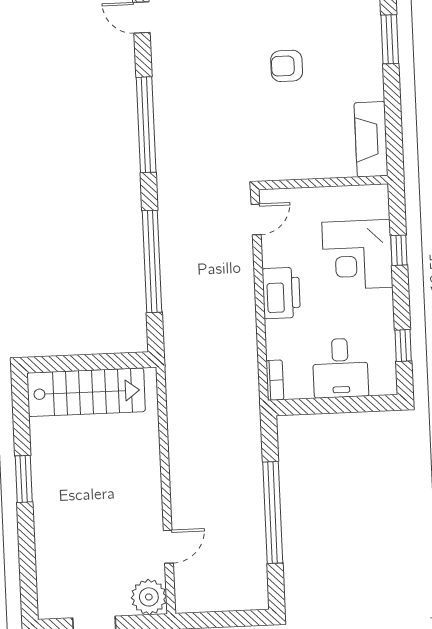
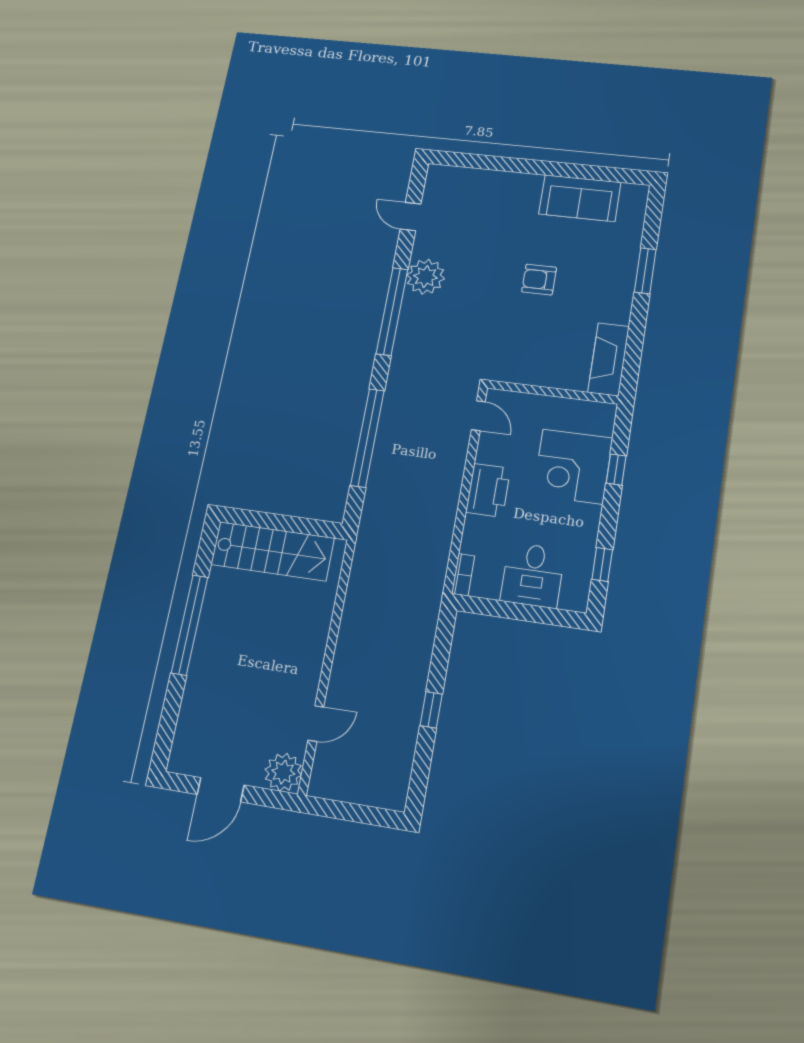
plant: (172, 81) -> (426, 277), added
door: (256, 219) -> (478, 416), hinge flipped
window: (24, 479) -> (190, 625), width x2.11
window: (273, 513) -> (431, 710), width x0.32

